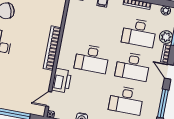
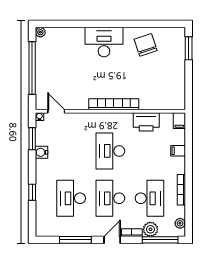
desk: (139, 33) -> (150, 198), turned 180
printer: (62, 81) -> (146, 122), moved

